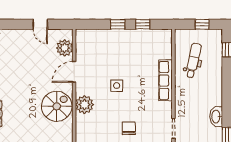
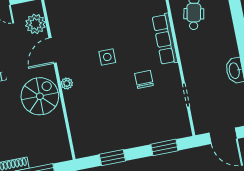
plant: (84, 105) -> (67, 83), width x0.53, depth x0.53
chair: (129, 128) -> (144, 79), moved

